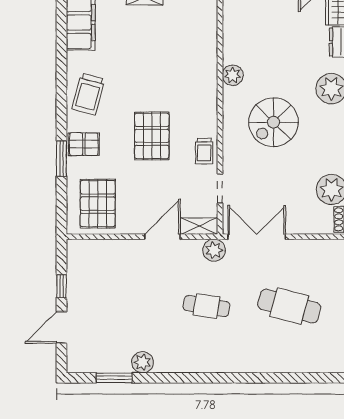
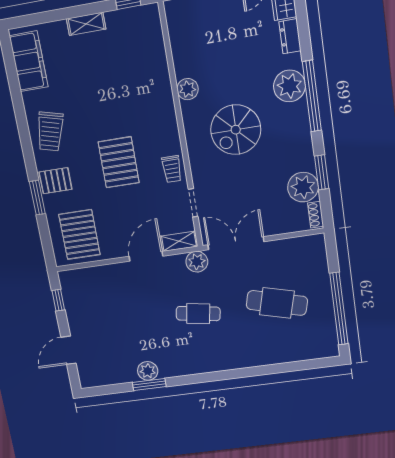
window: (61, 286) -> (58, 300), moved
window: (114, 378) -> (149, 384), moved

